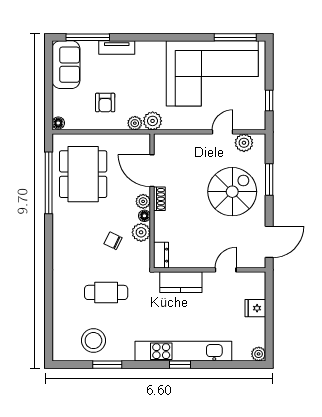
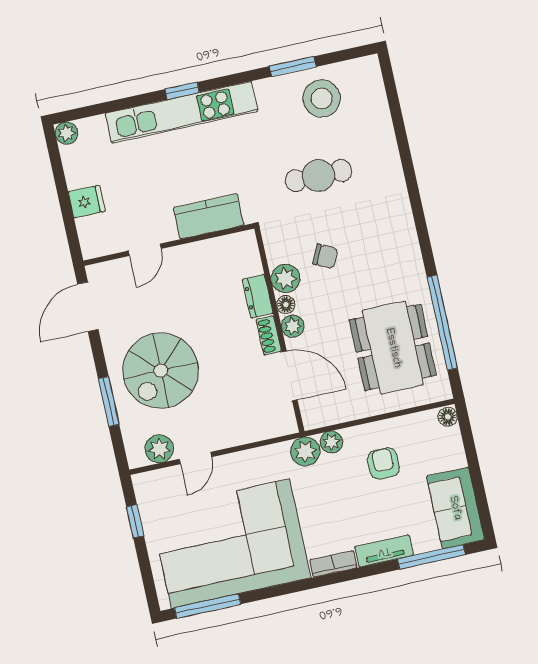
bookcase: (150, 46) -> (333, 564), added
dresser: (161, 255) -> (258, 296), moved

